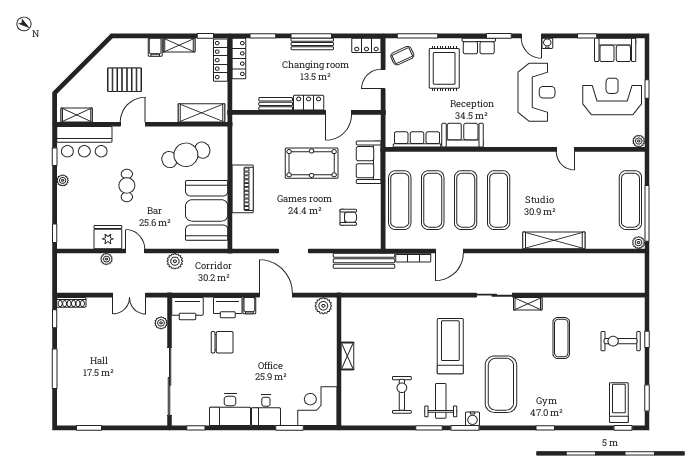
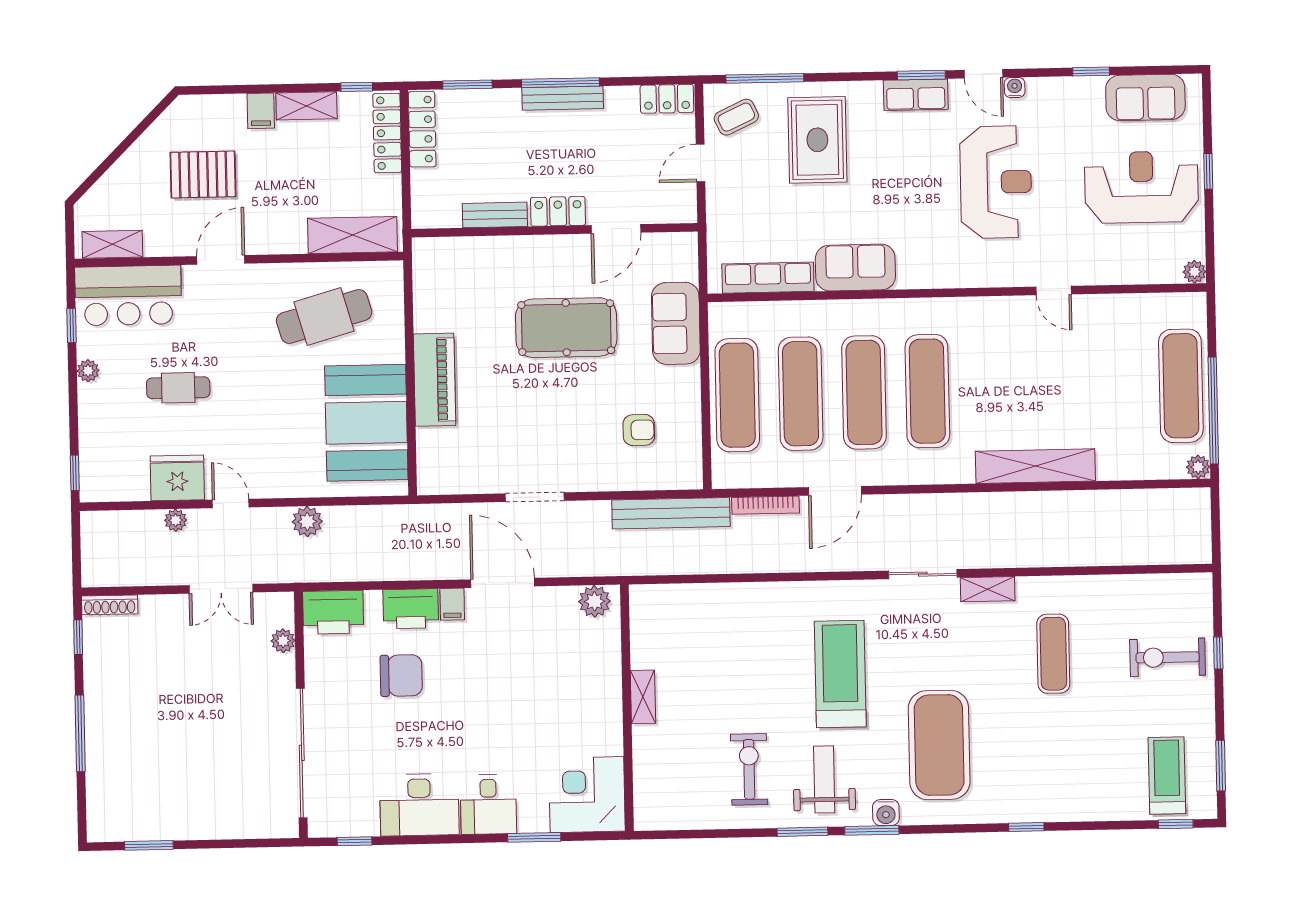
row of seats: (479, 46) -> (916, 95), moved
cafe table: (127, 185) -> (178, 388), moved, turned 90

